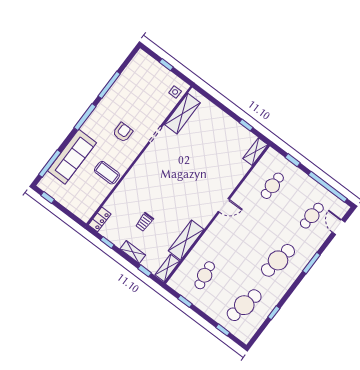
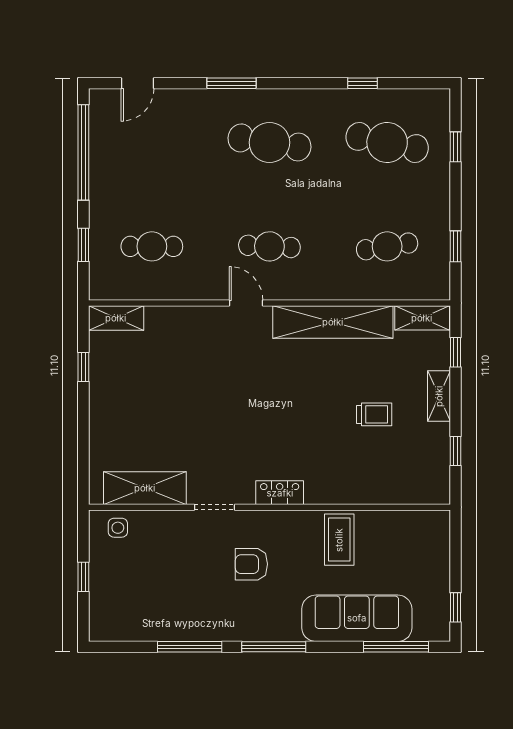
cafe table: (312, 216) -> (269, 246), moved
locker: (100, 219) -> (280, 493), moved
shelving: (186, 240) -> (333, 322), width x1.47

